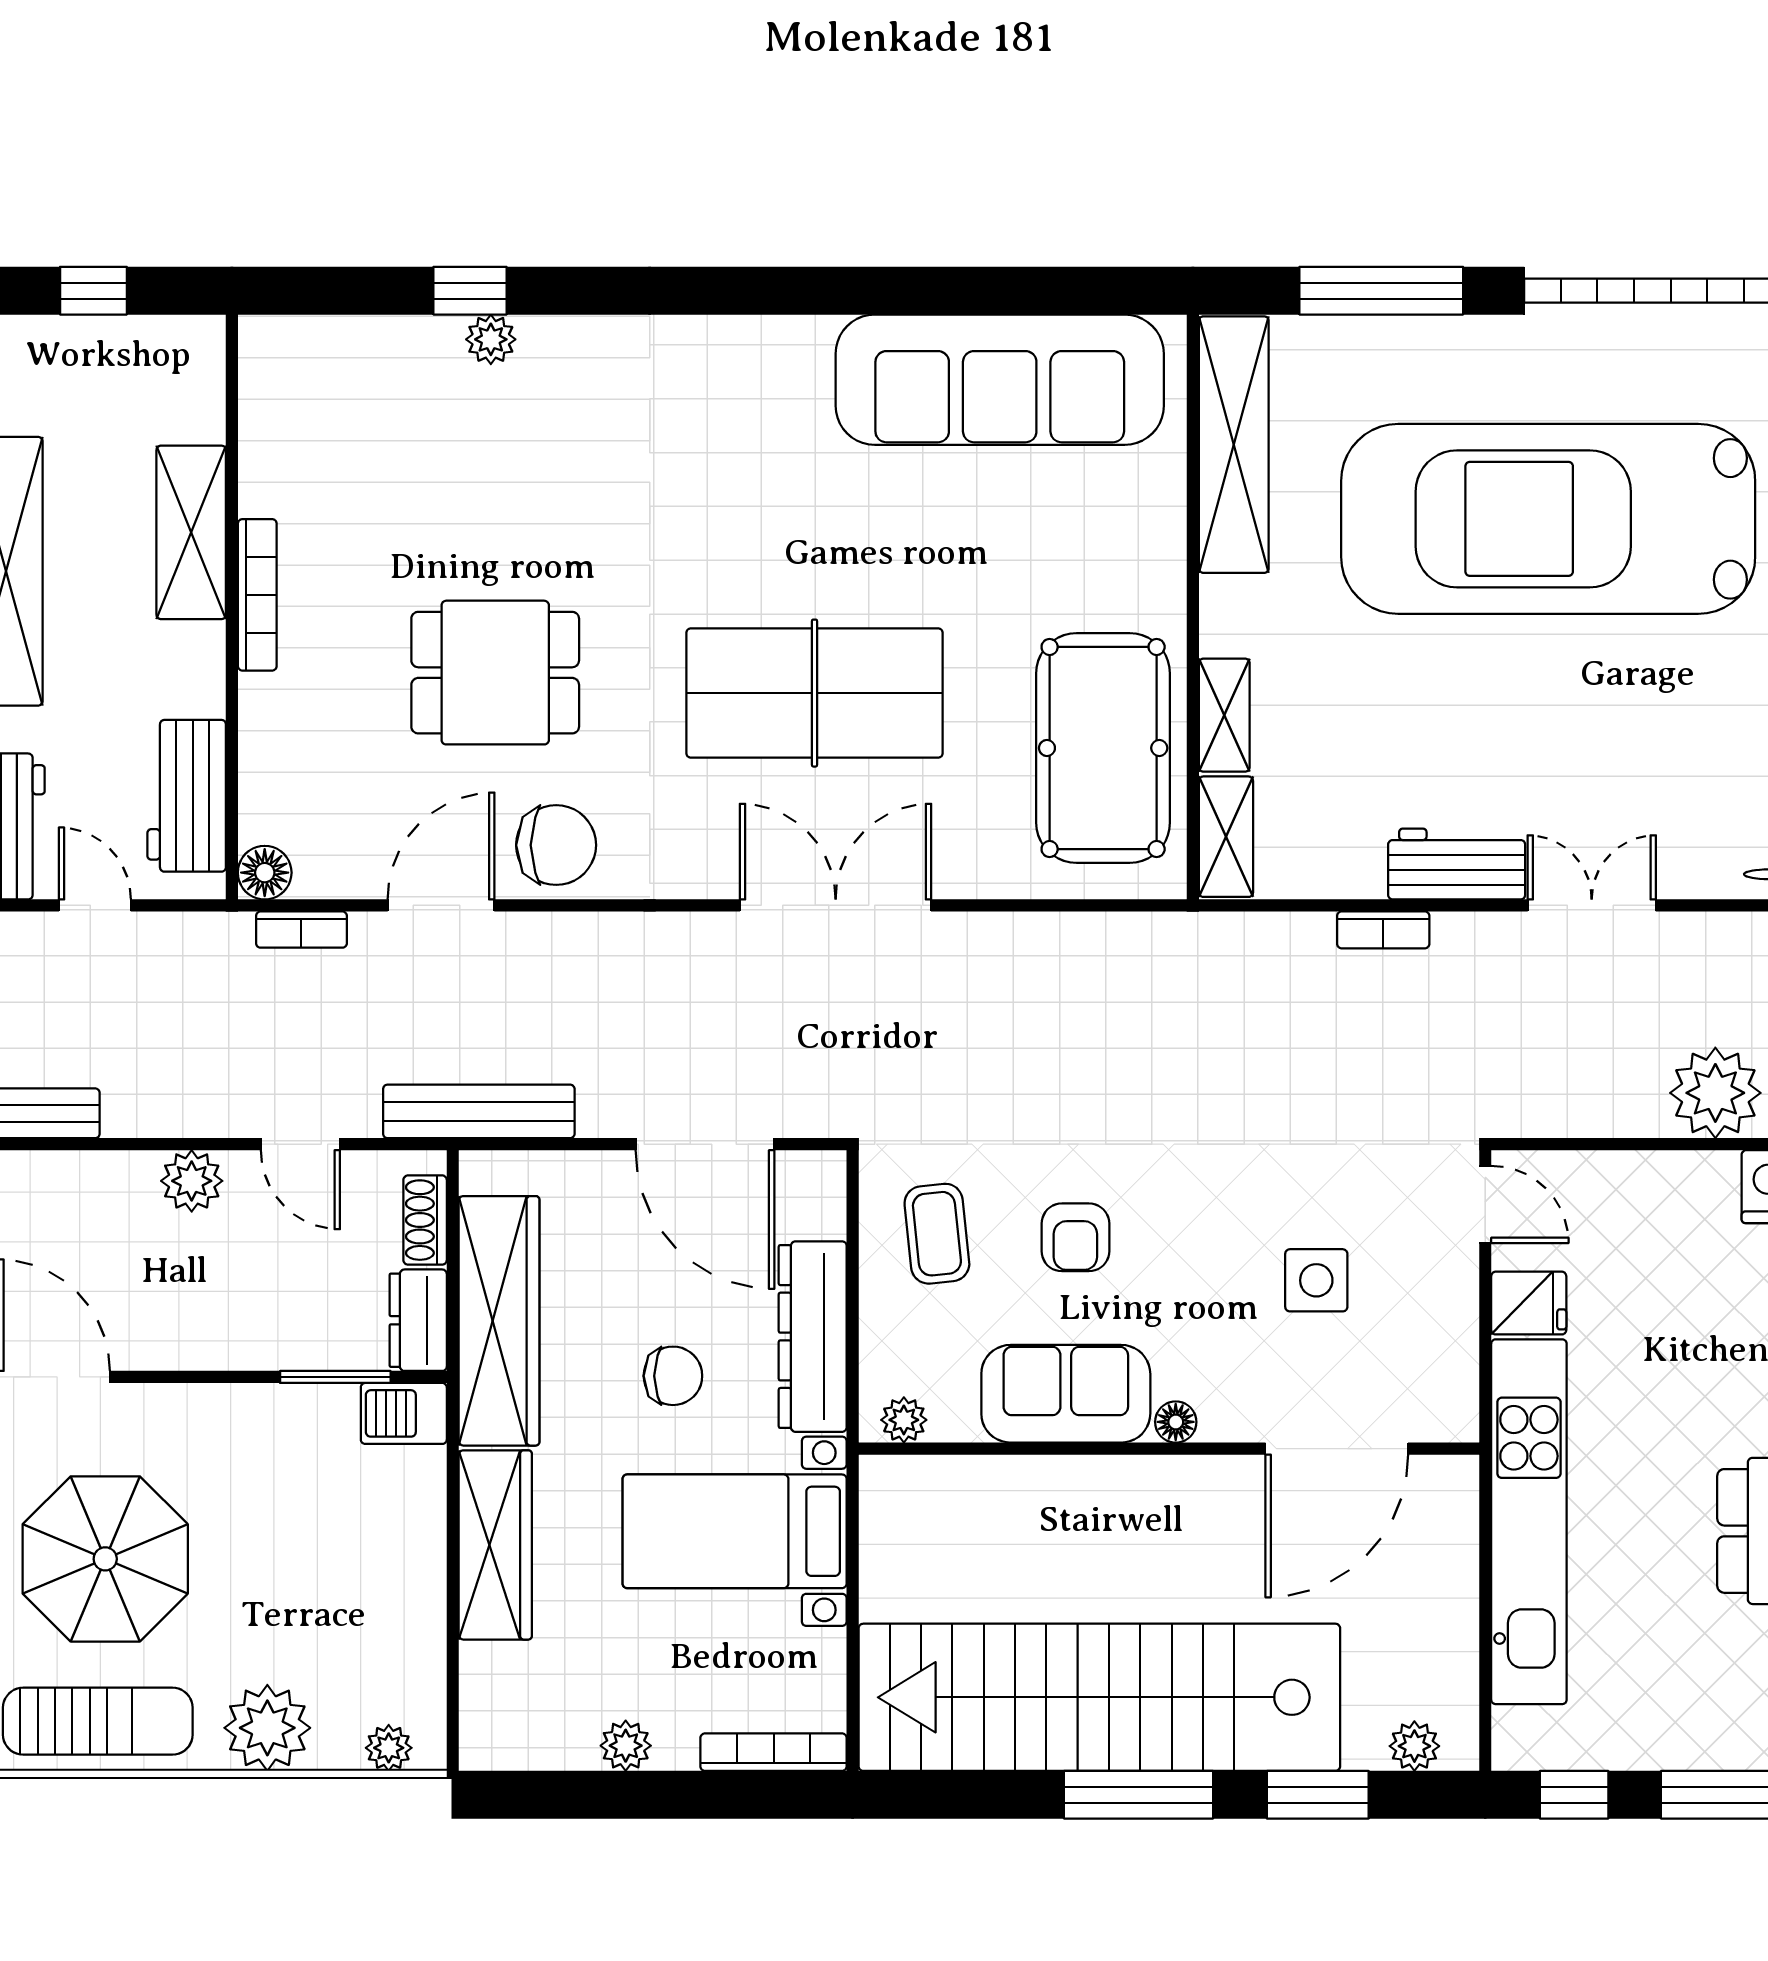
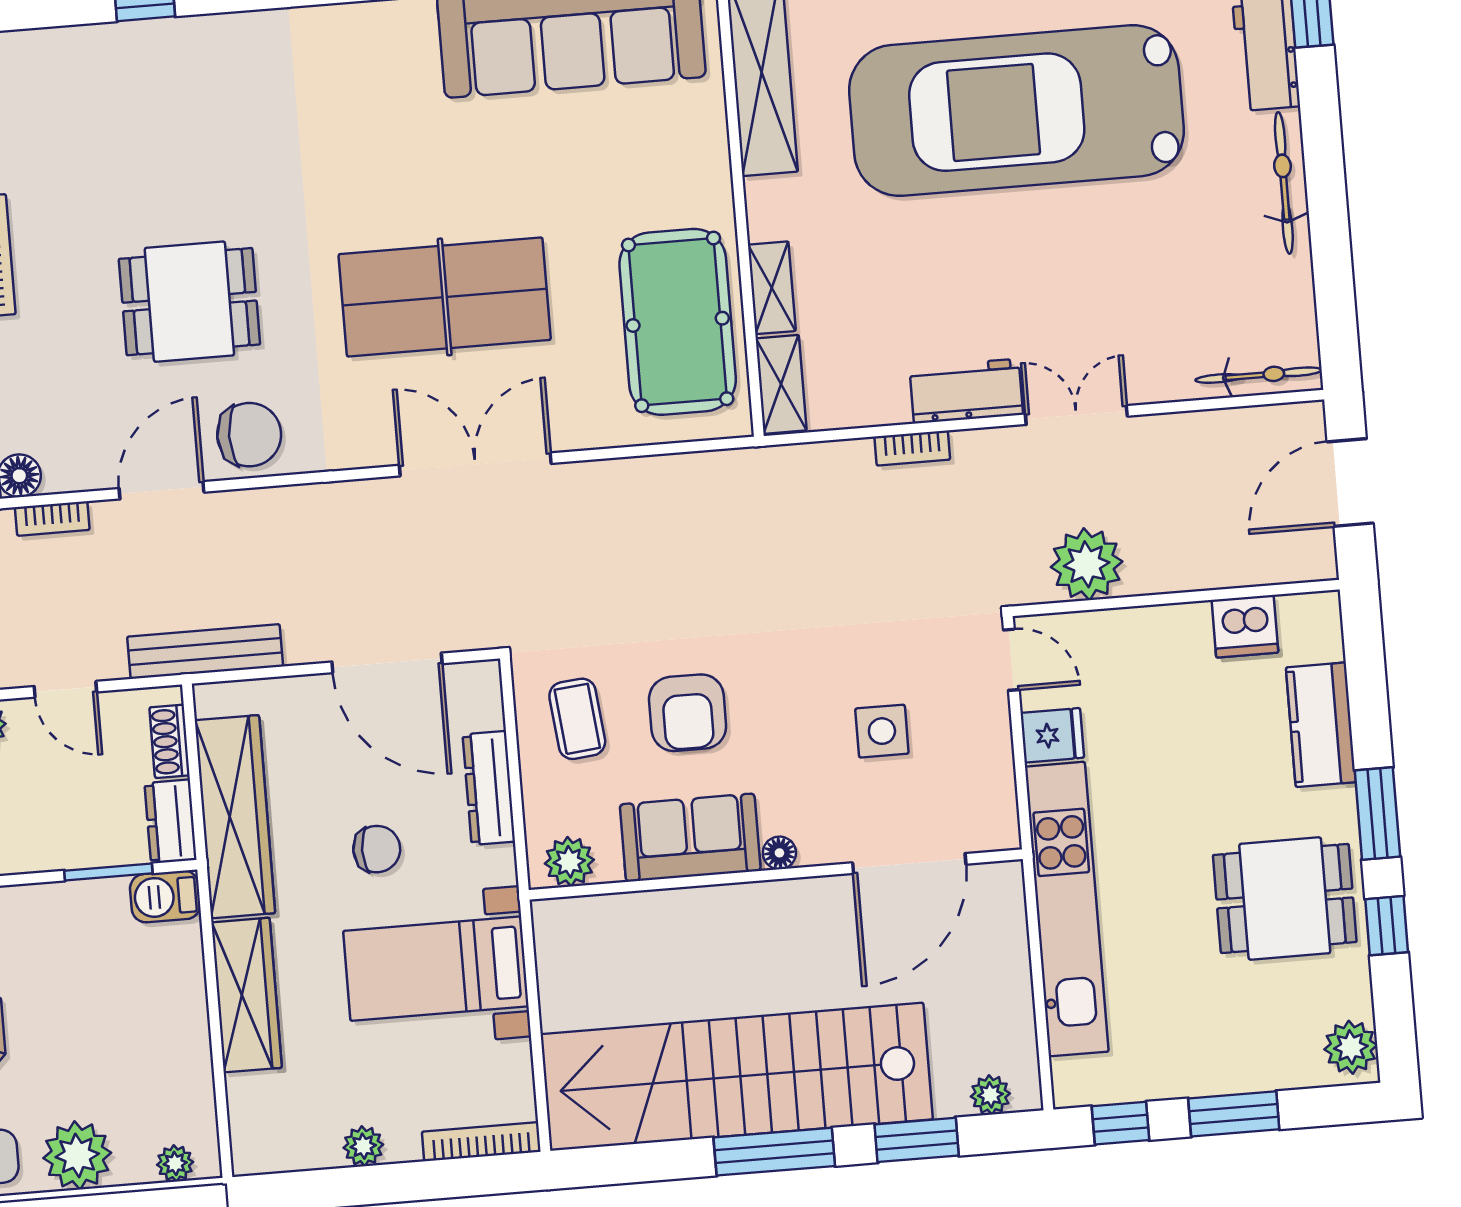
plant: (491, 339) -> (164, 37), removed
plant: (1715, 1093) -> (1087, 564), moved
armchair: (1075, 1237) -> (688, 713), width x1.38, depth x1.38
dresser: (813, 1337) -> (489, 788), width x0.73, depth x0.80
plant: (904, 1420) -> (569, 862), width x1.38, depth x1.38

